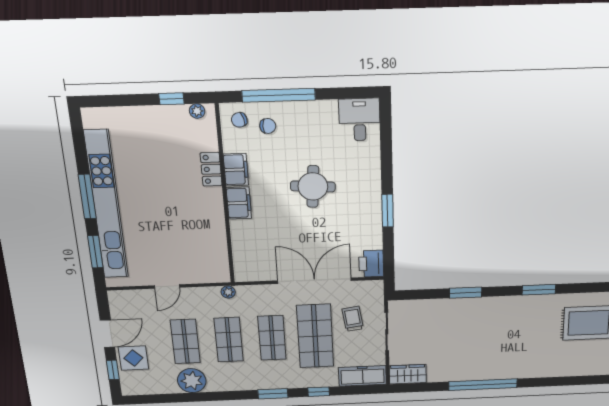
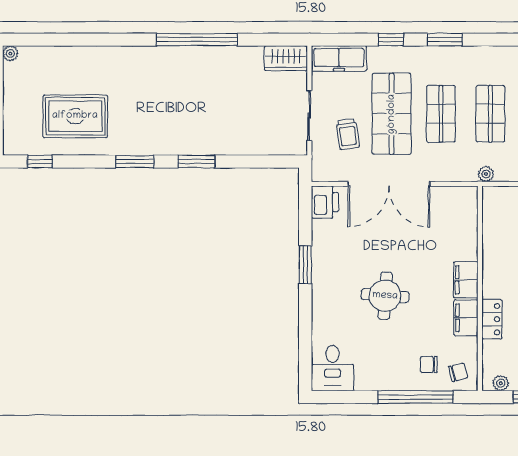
window: (466, 293) -> (196, 161), moved

